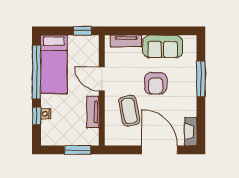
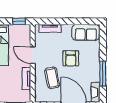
sofa: (163, 46) -> (86, 32), moved
window: (201, 79) -> (103, 74), moved

